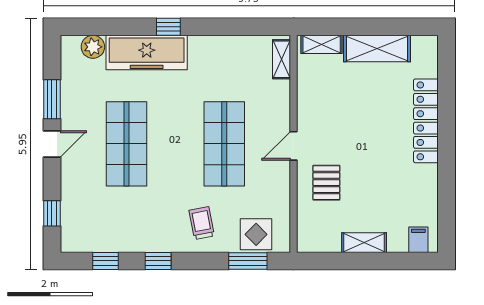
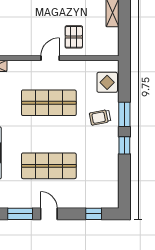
door: (294, 146) -> (50, 58), swing flipped
pallet: (326, 183) -> (74, 37), turned 90
window: (105, 261) -> (124, 179), removed
window: (248, 261) -> (124, 114), moved

